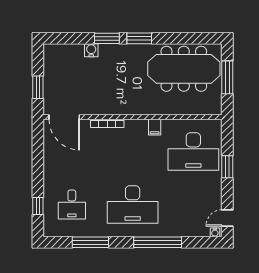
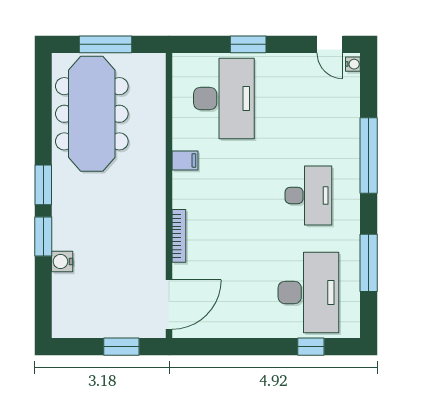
desk: (72, 205) -> (308, 292), width x1.87, depth x1.30
desk: (133, 205) -> (308, 195), width x0.73, depth x0.77

